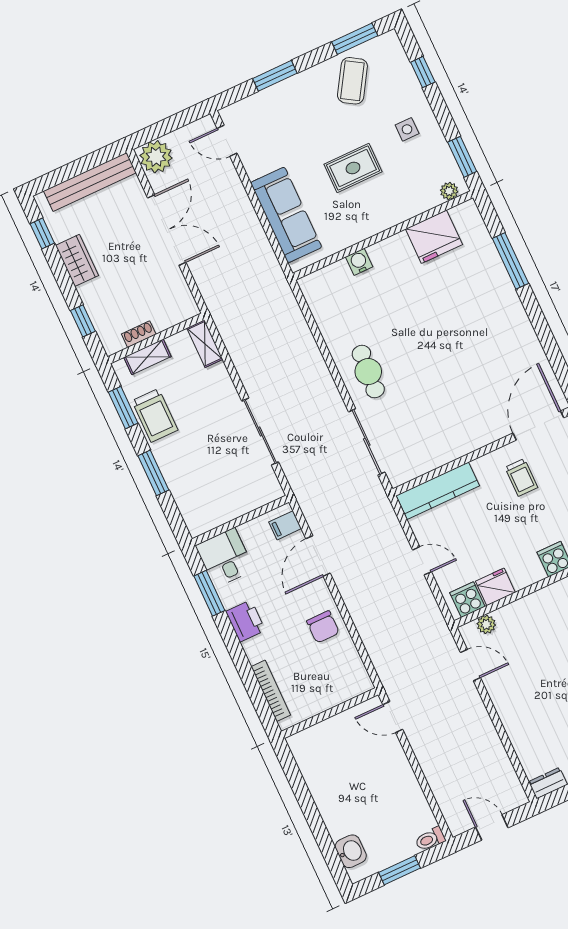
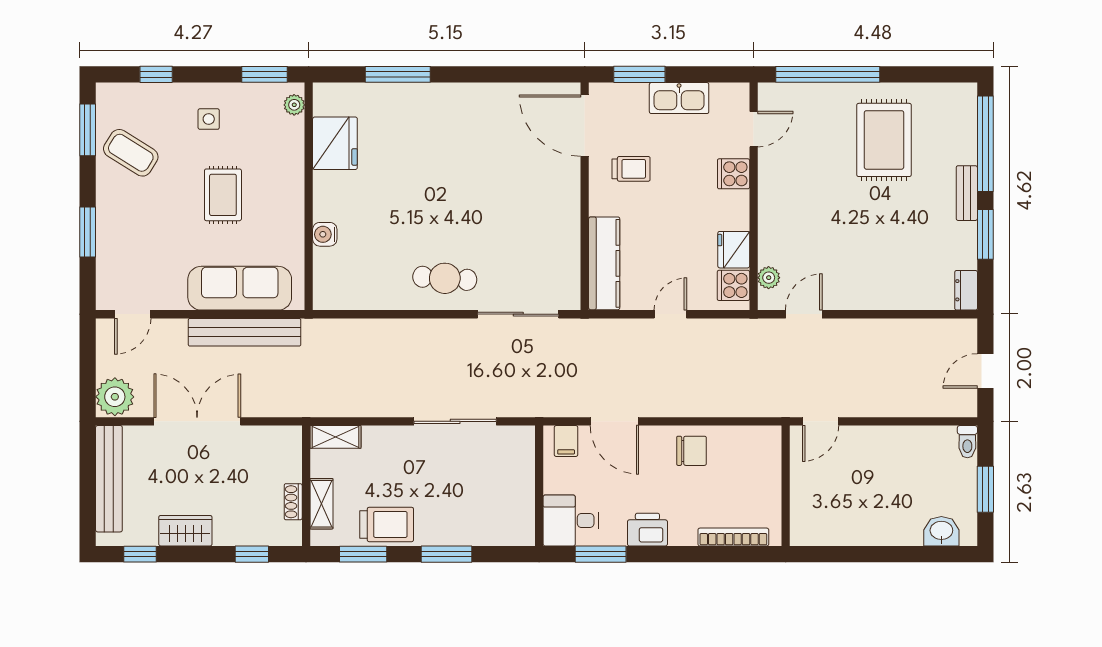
bench: (253, 235) -> (245, 332), added

